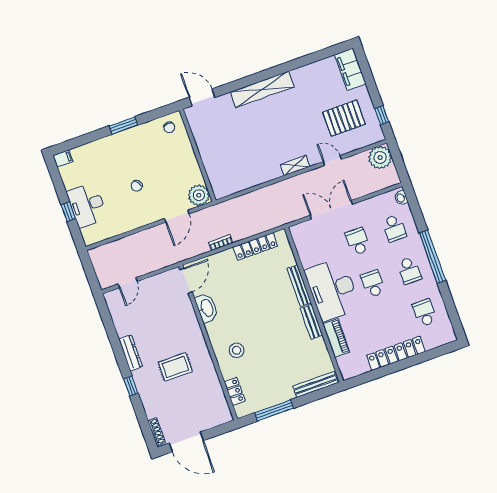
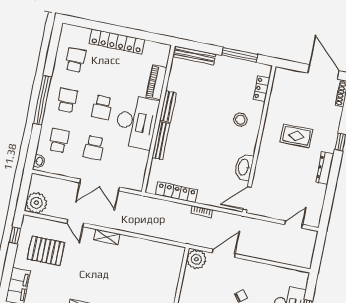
school desk: (424, 313) -> (75, 60), turned 180

